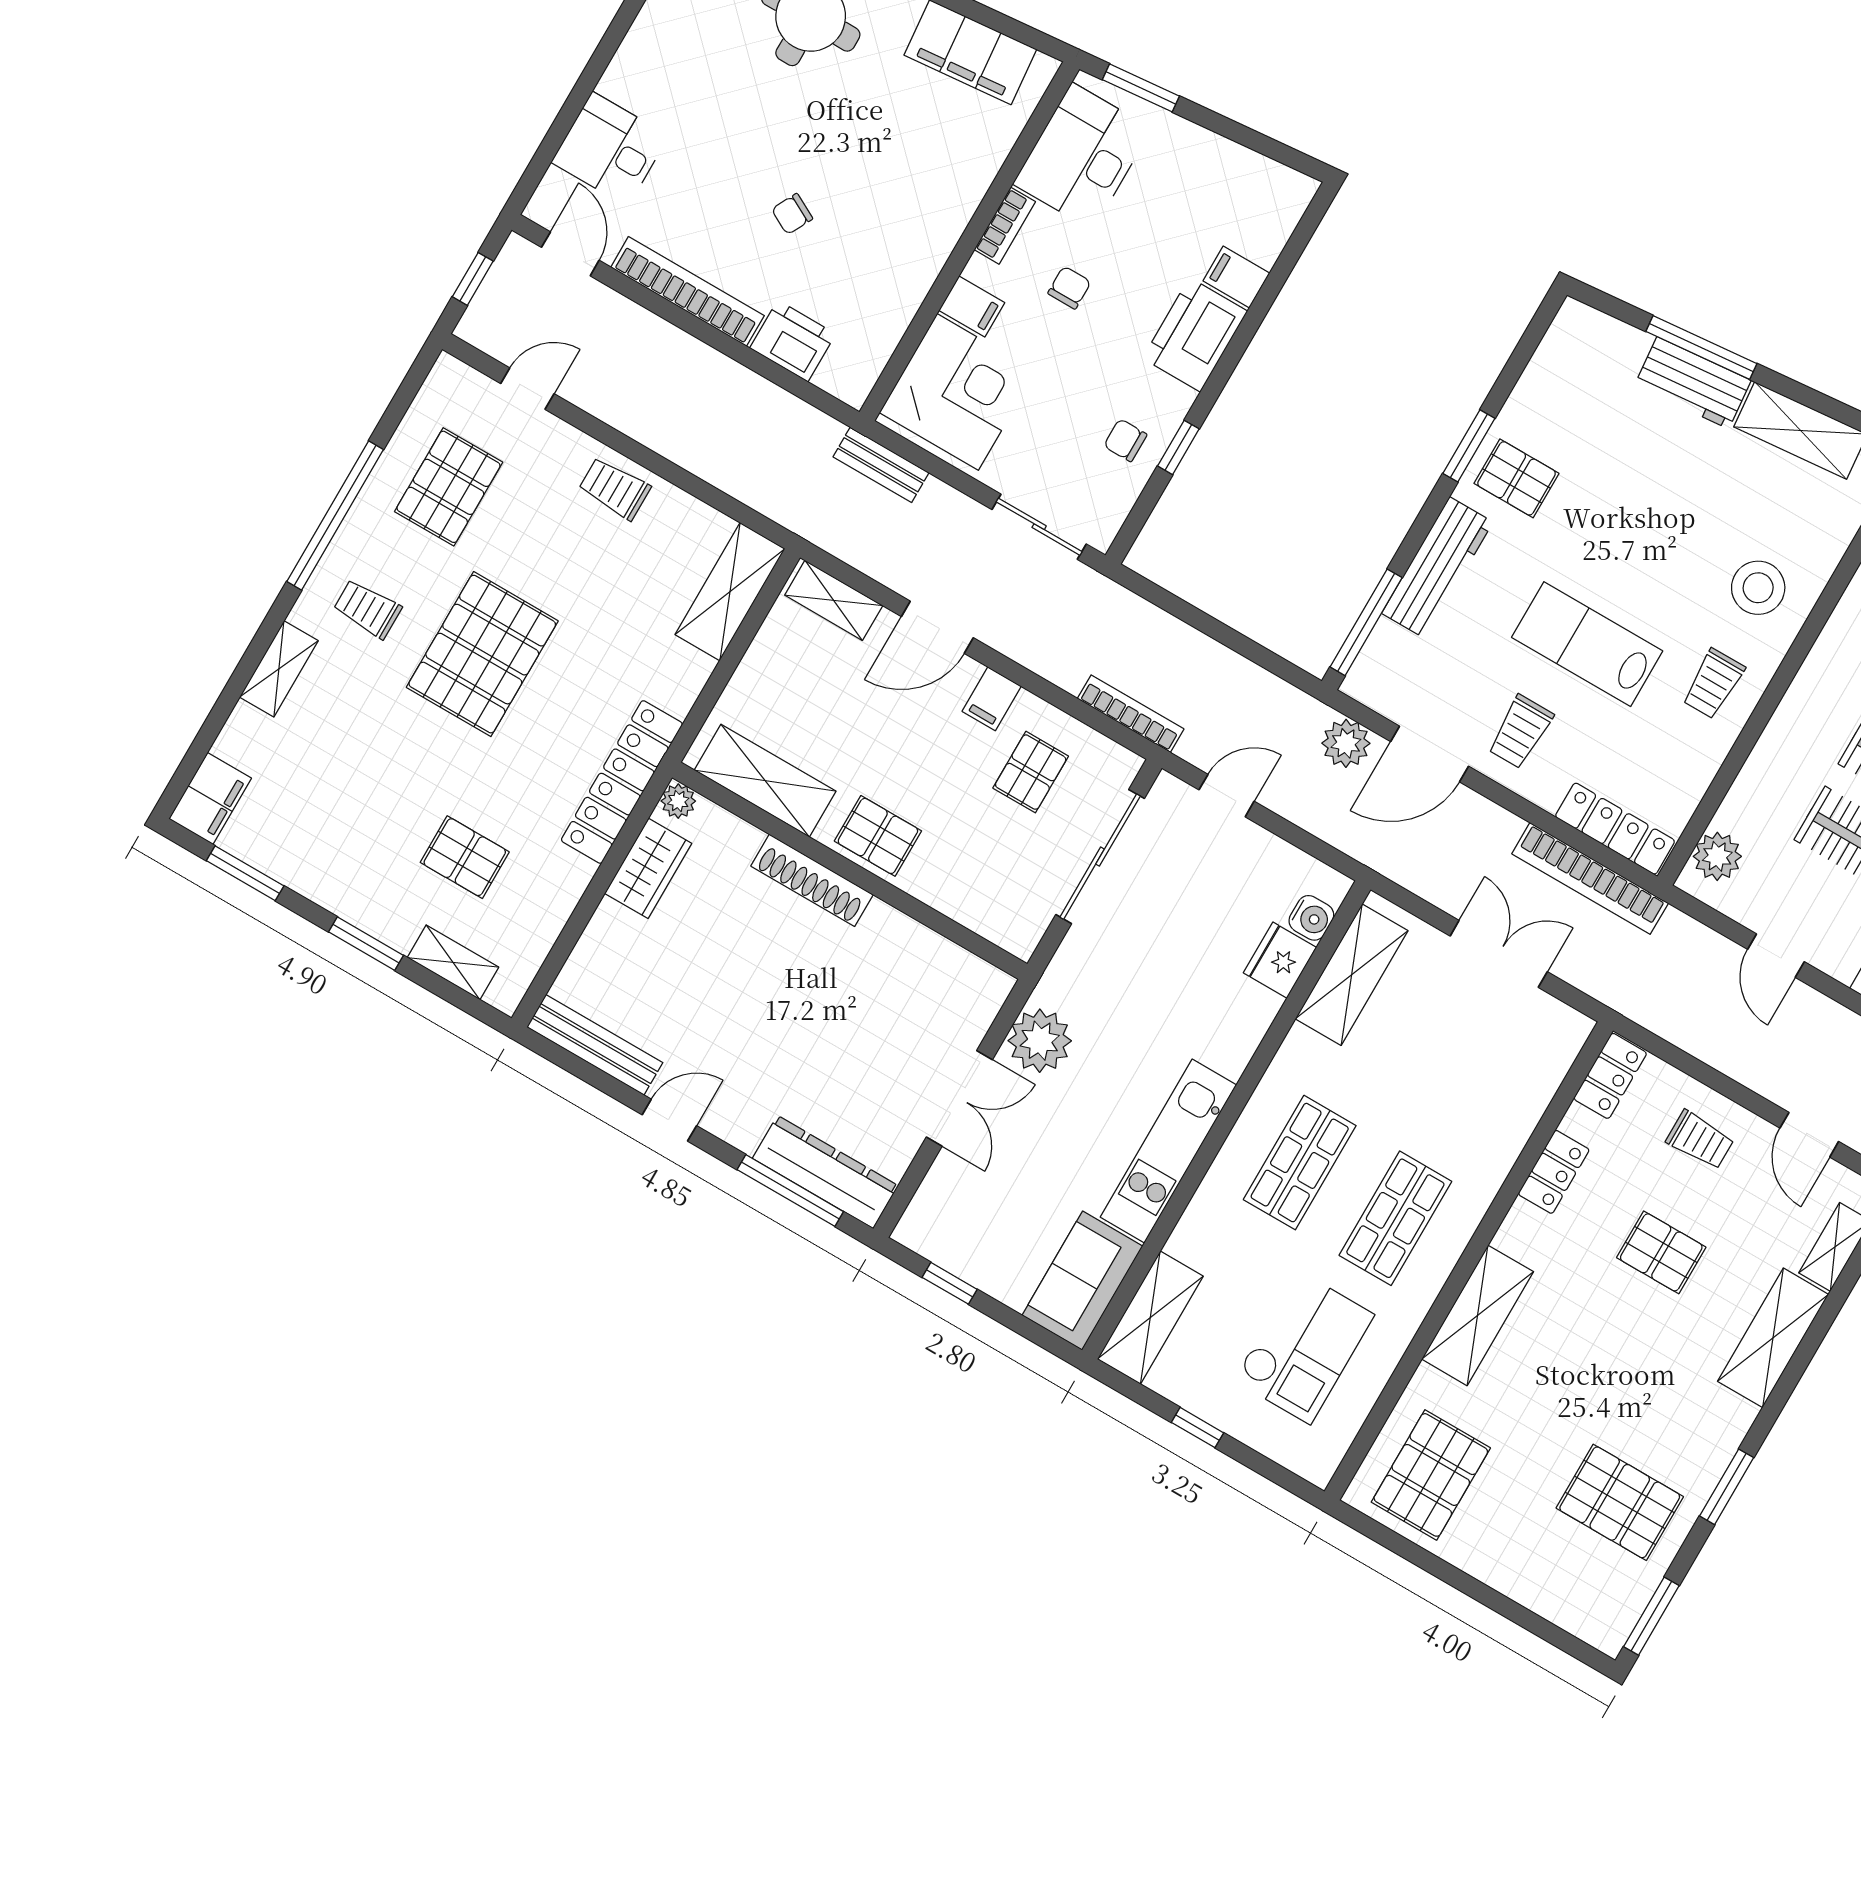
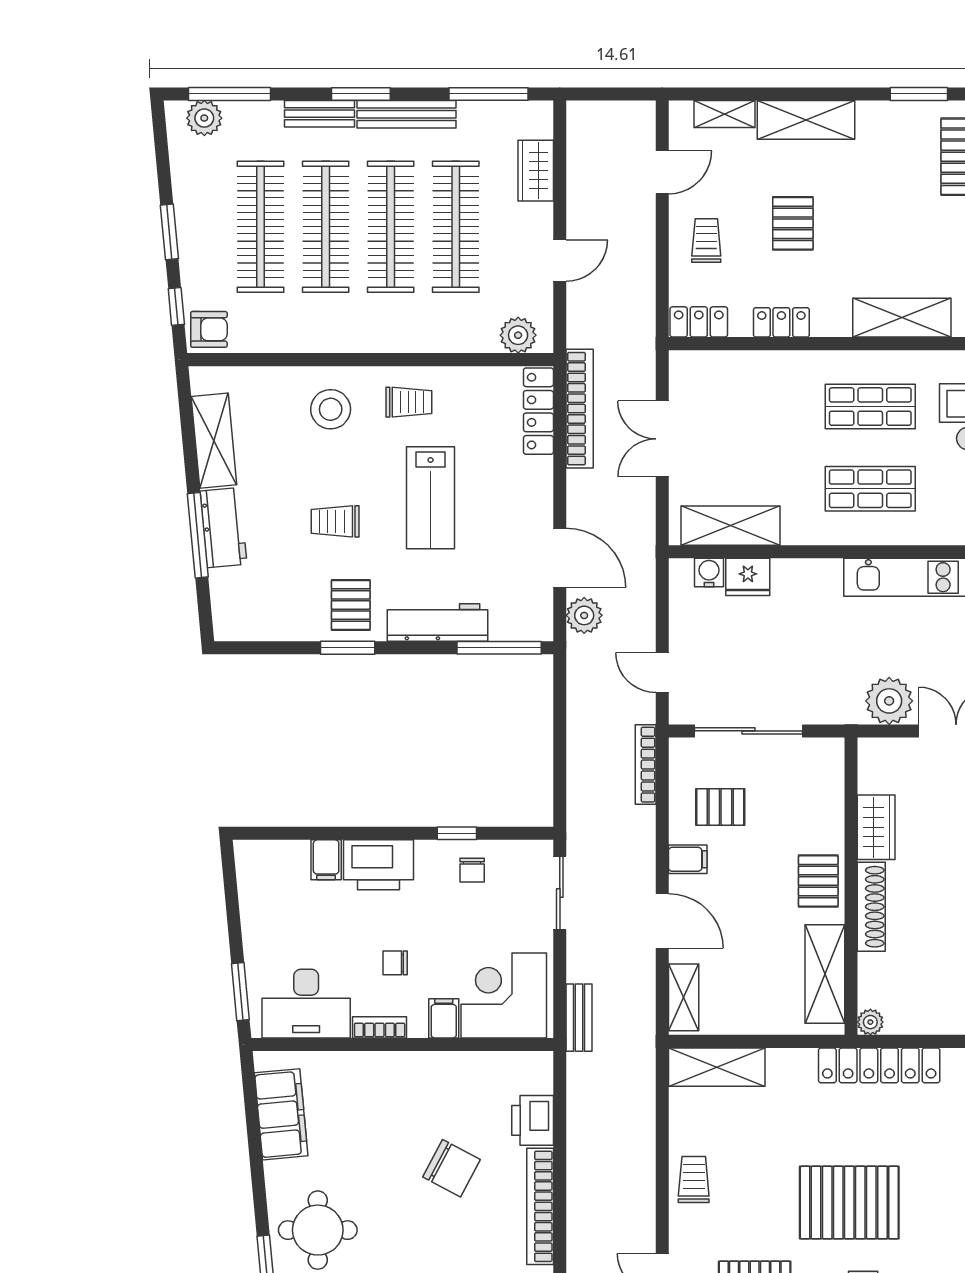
chair: (792, 214) -> (451, 1168), width x1.87, depth x1.87
trolley: (615, 489) -> (694, 1179), turned 180
trolley: (1520, 732) -> (335, 521), moved, turned 180
wardrobe: (648, 868) -> (876, 827), moved, turned 90

